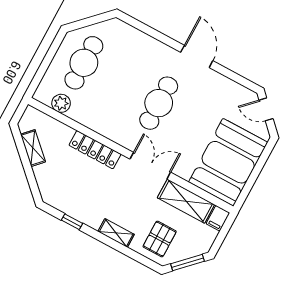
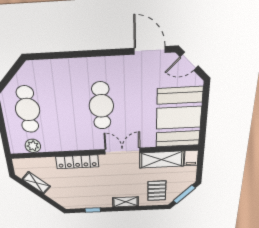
door: (197, 56) -> (150, 50), moved

